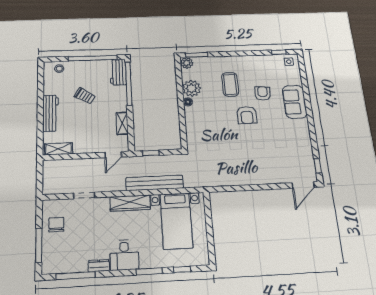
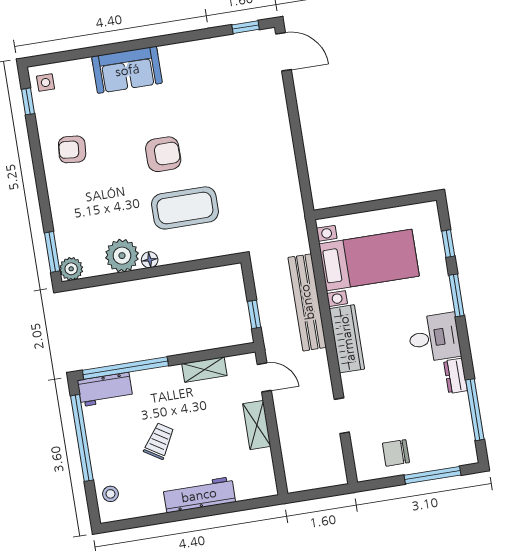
coffee table: (230, 84) -> (185, 208), moved, width x1.36, depth x1.32
armchair: (262, 93) -> (72, 149), moved
shelving: (58, 149) -> (257, 425), moved

